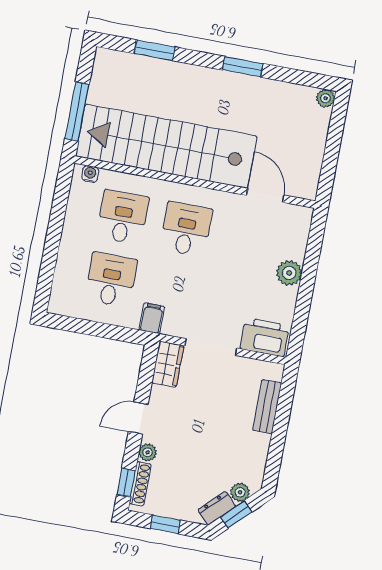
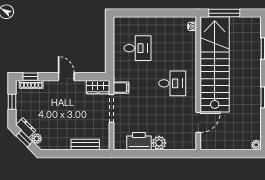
desk: (123, 217) -> (172, 48), removed
filing cabinet: (152, 318) -> (121, 88), moved
printer: (265, 337) -> (139, 141), moved, turned -90
plant: (148, 452) -> (49, 85), removed

